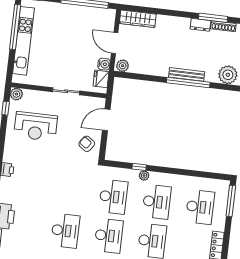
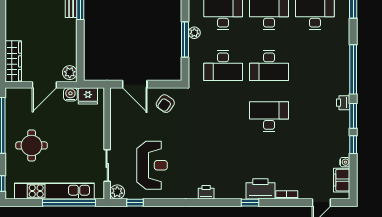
round table: (64, 26) -> (32, 145), added
window: (15, 27) -> (69, 203), moved
sliding door: (66, 91) -> (107, 166), moved
window: (139, 167) -> (185, 40), width x2.17
desk: (113, 197) -> (223, 66), turned 180
desk: (109, 236) -> (269, 66), turned 180

